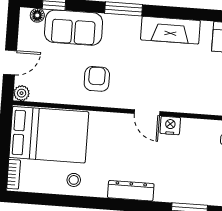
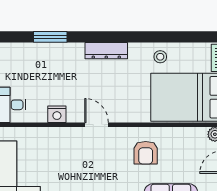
nightstand: (170, 125) -> (57, 114), moved

